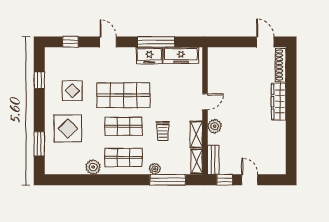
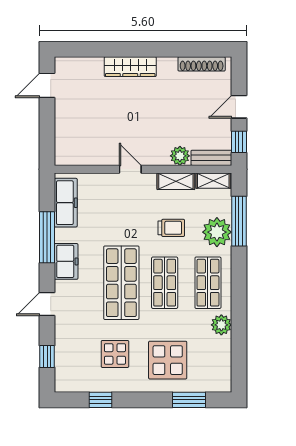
freezer: (149, 56) -> (66, 261), moved
shoe rack: (281, 65) -> (202, 64), moved
plant: (215, 126) -> (180, 156), moved
plant: (155, 169) -> (217, 232), width x1.87, depth x1.87

